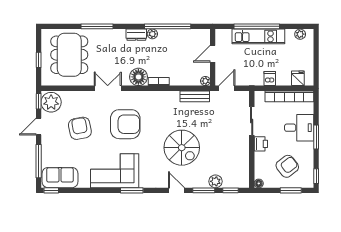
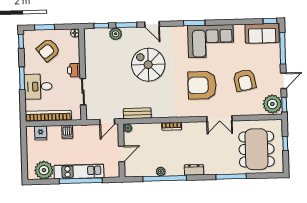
plant: (152, 34) -> (161, 171), moved
plant: (300, 34) -> (44, 170), width x1.88, depth x1.88
floor lamp: (138, 77) -> (191, 130), removed

